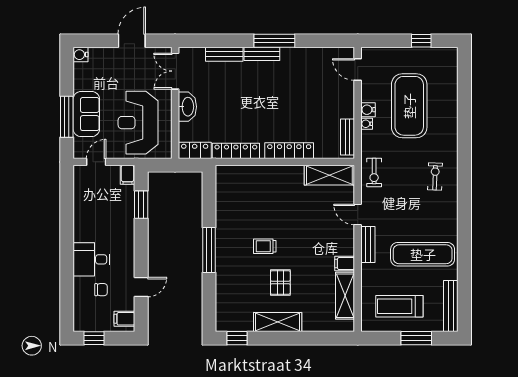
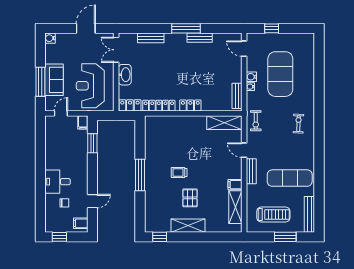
window: (421, 41) -> (272, 28), moved
bench: (262, 54) -> (200, 38), moved
locker: (289, 151) -> (190, 106), width x0.66
treadmill: (399, 306) -> (273, 215), turned 180

